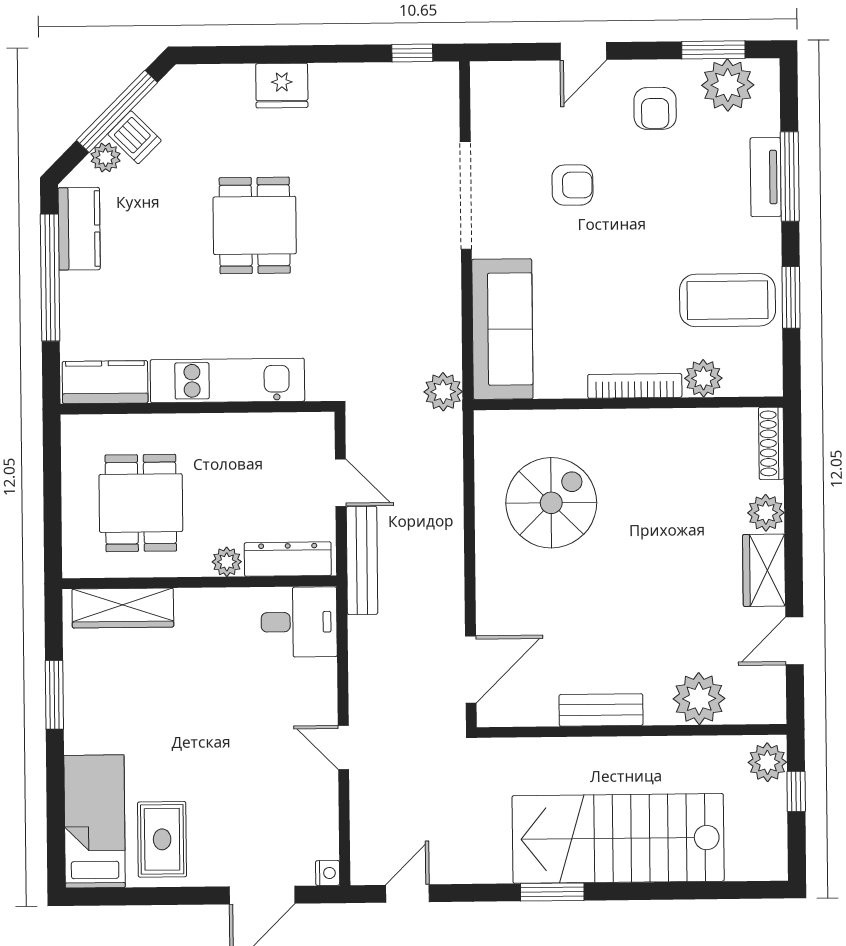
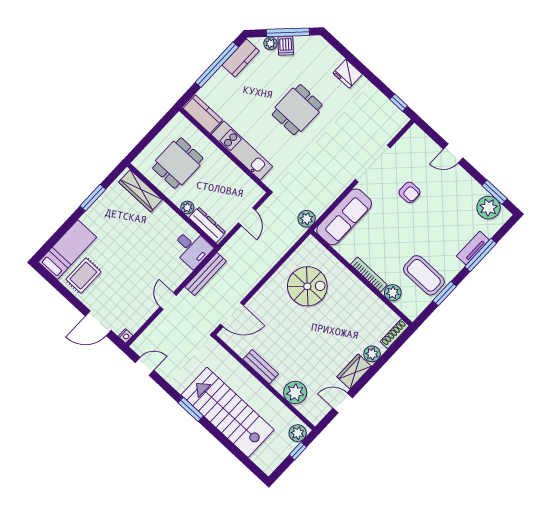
armchair: (655, 108) -> (459, 193), removed
bench: (362, 560) -> (206, 274), moved

